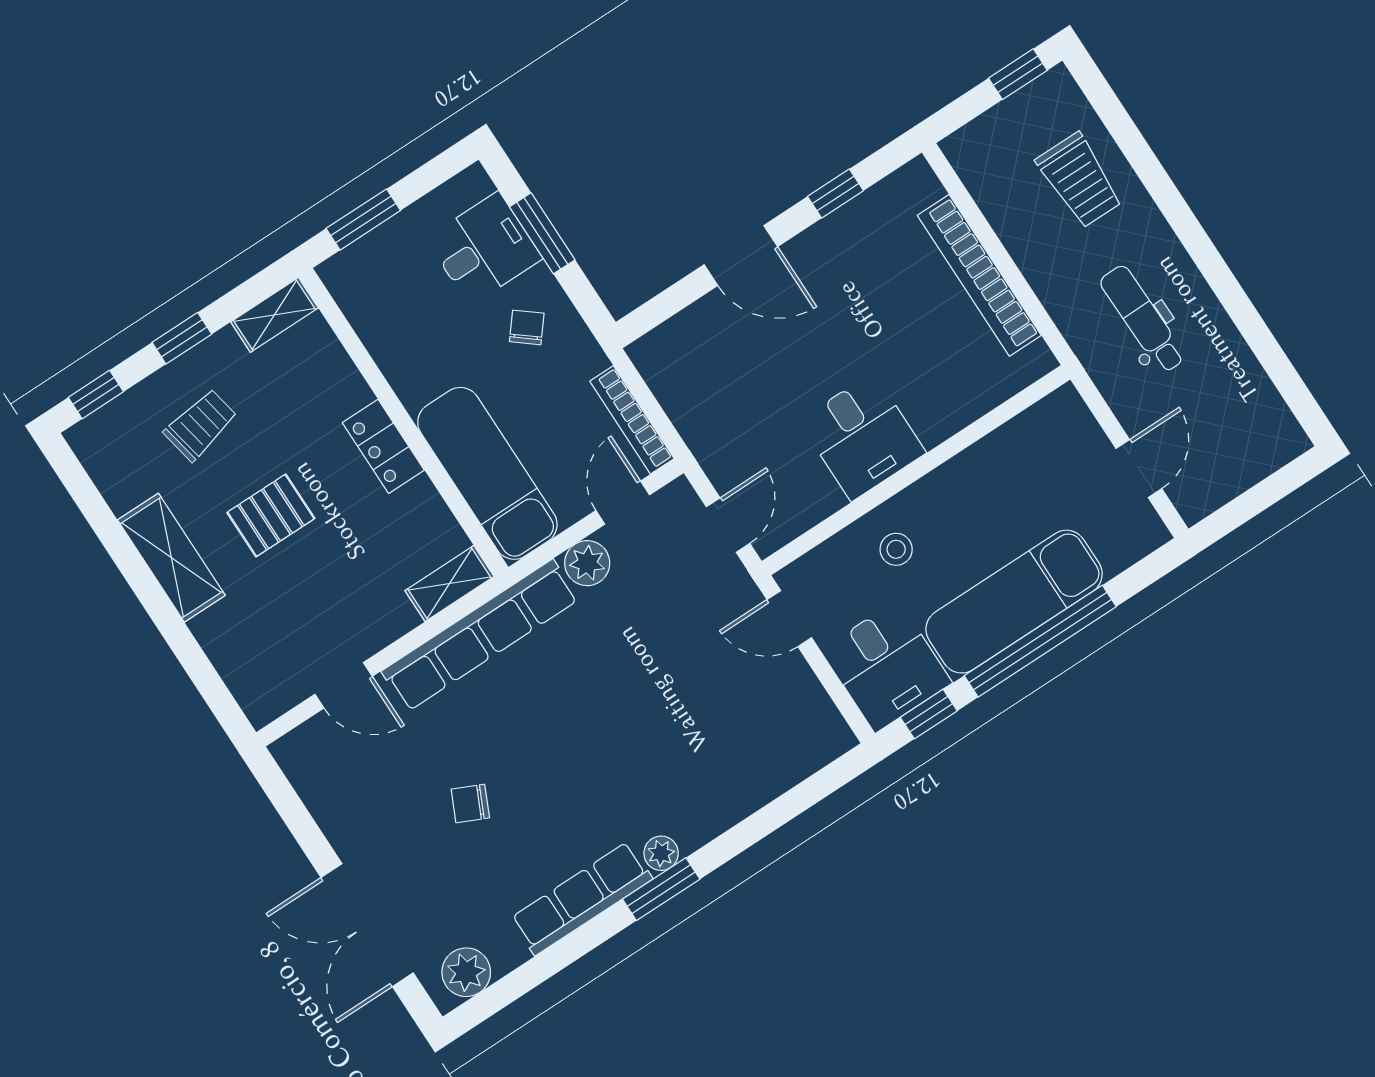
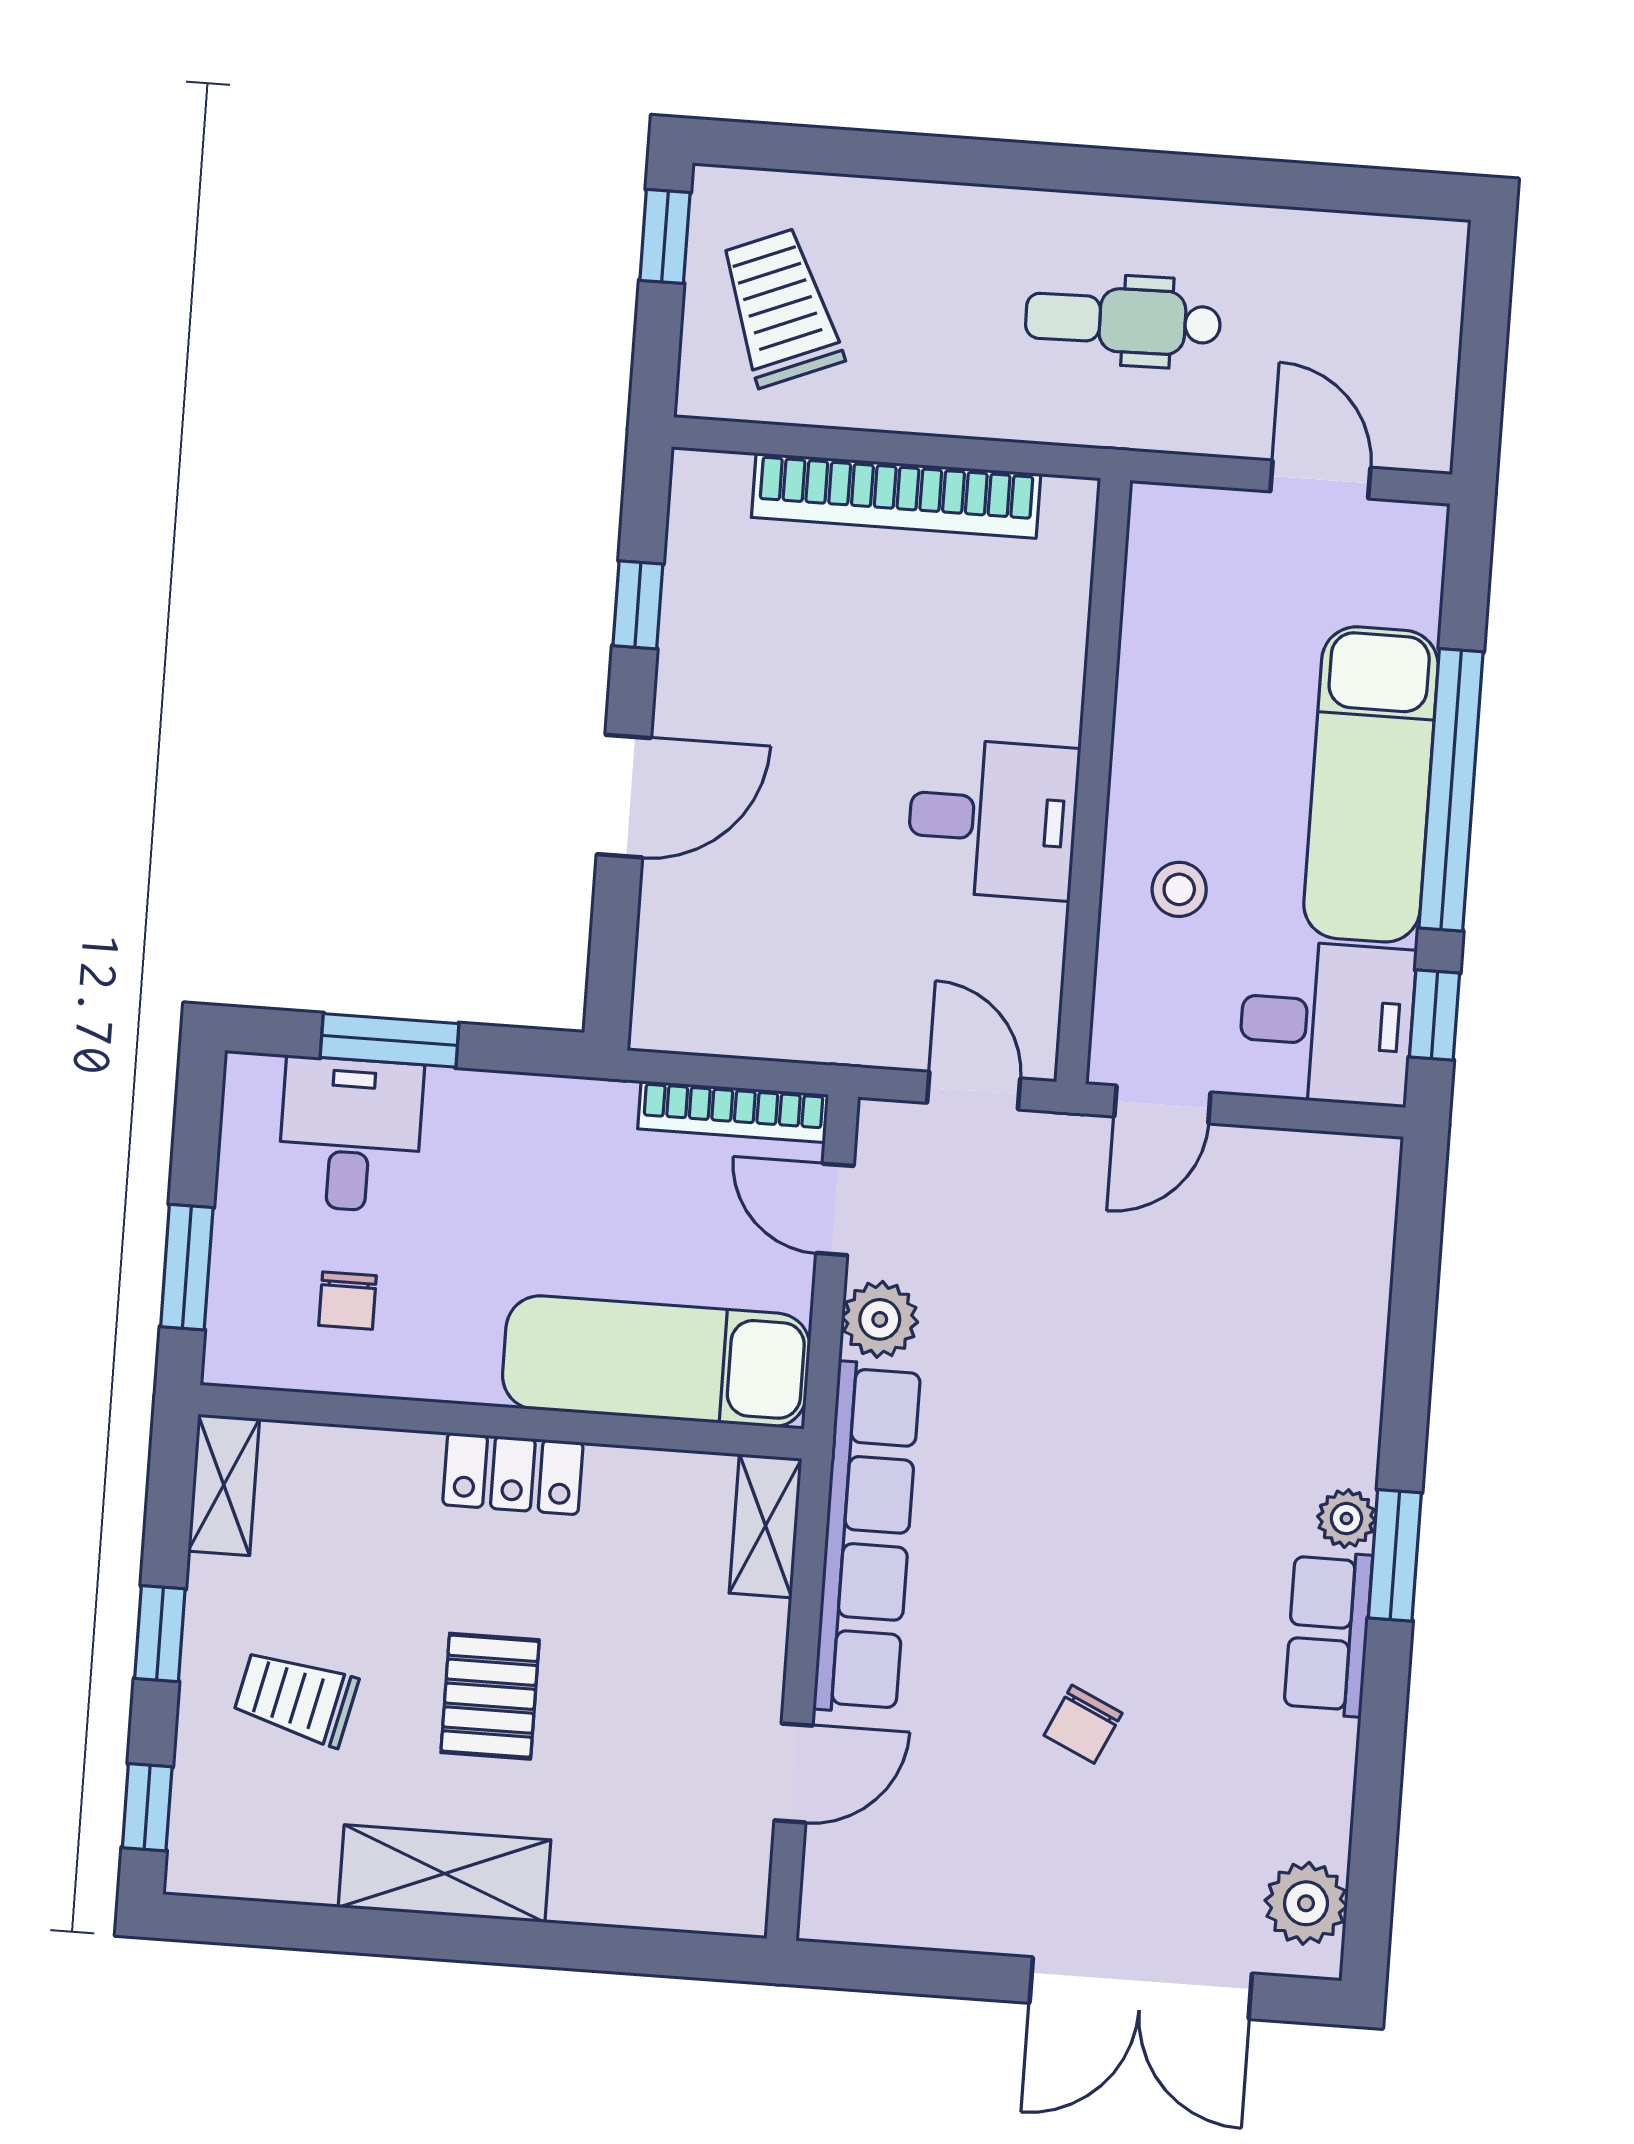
trolley: (1079, 180) -> (781, 308), moved, turned -112
chair: (527, 327) -> (348, 1301), moved, turned -129
trolley: (201, 425) -> (296, 1698), turned -66
row of seats: (581, 899) -> (1328, 1634), width x0.68

